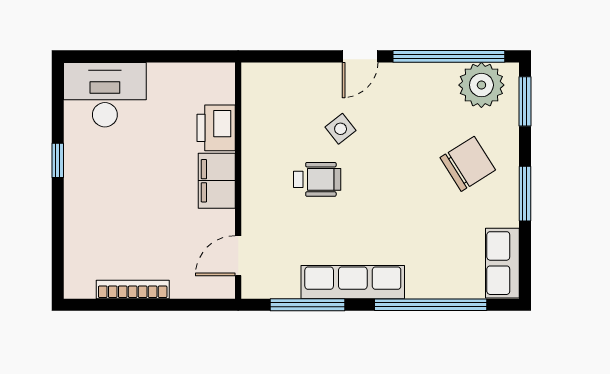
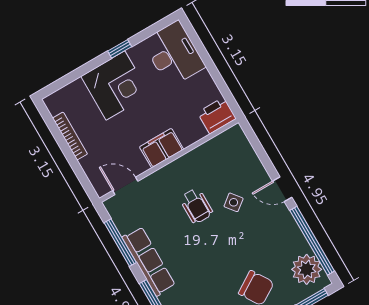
printer: (216, 128) -> (217, 115), moved
corner desk: (102, 193) -> (115, 85), added

